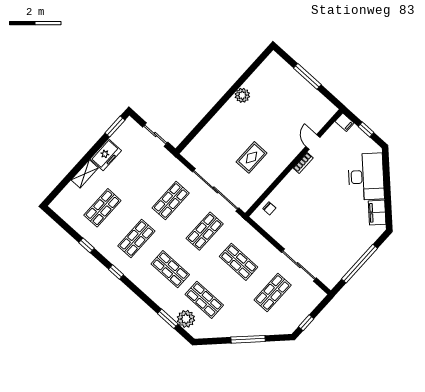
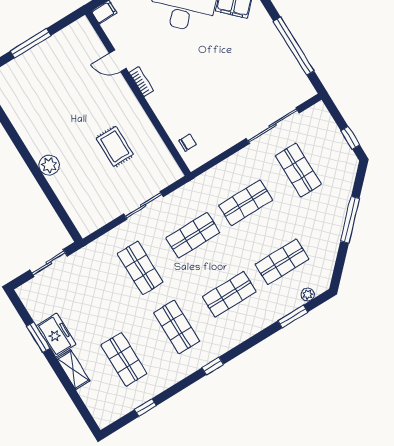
plant: (242, 95) -> (49, 165), moved
window: (115, 126) -> (38, 337), moved
sliding door: (216, 190) -> (143, 205), width x0.54
shop shelf: (205, 231) -> (193, 235), turned 90
window: (87, 245) -> (145, 408), moved
plant: (186, 319) -> (308, 295), width x0.53, depth x0.53

